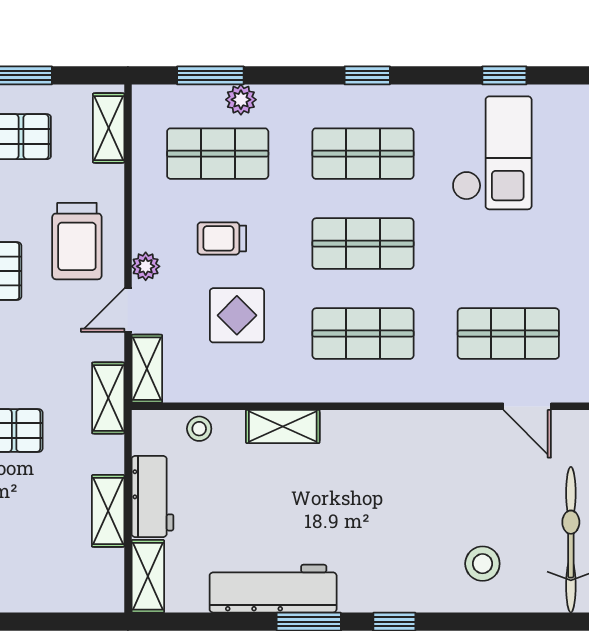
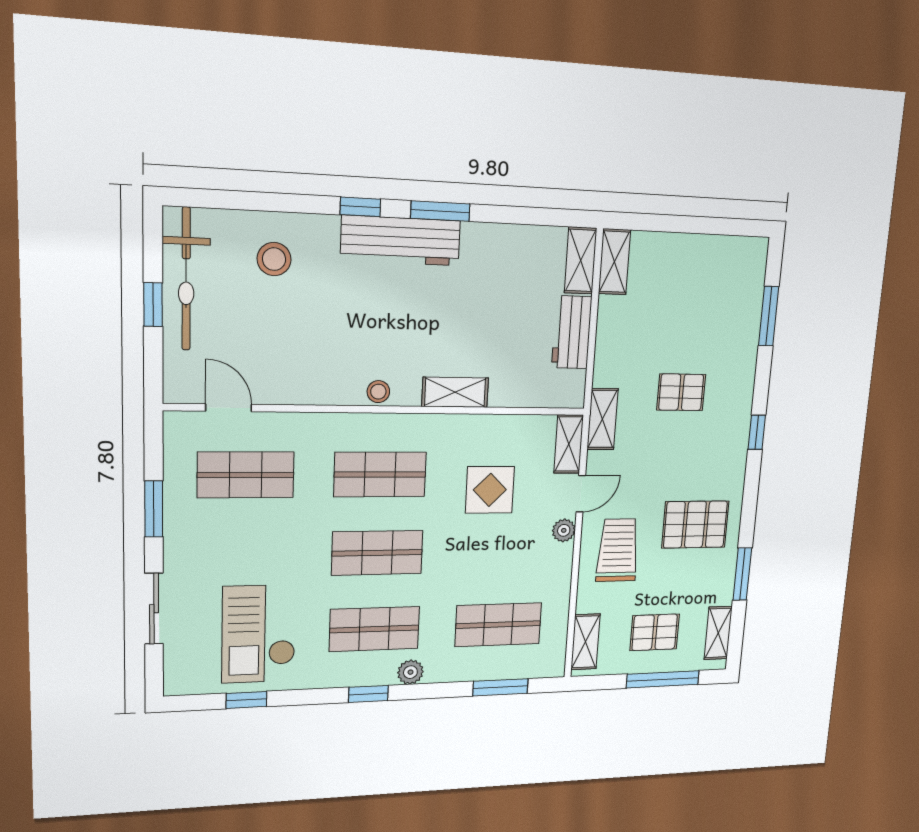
plant: (241, 100) -> (410, 672), moved
trolley: (222, 238) -> (499, 555), removed
stool: (199, 429) -> (378, 392), moved
shelving: (108, 511) -> (614, 262), moved
workbench: (273, 589) -> (401, 241), moved

